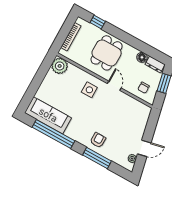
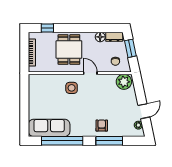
plant: (60, 66) -> (124, 82), moved

